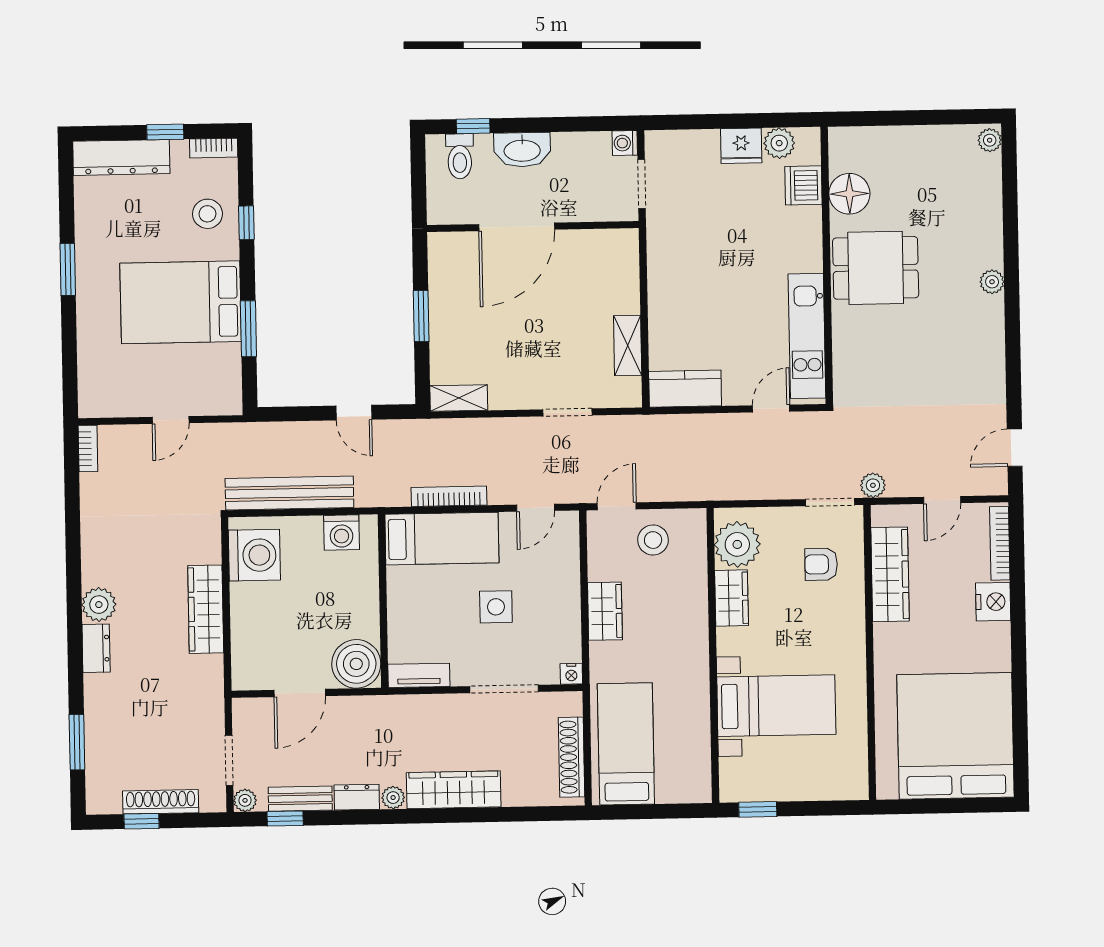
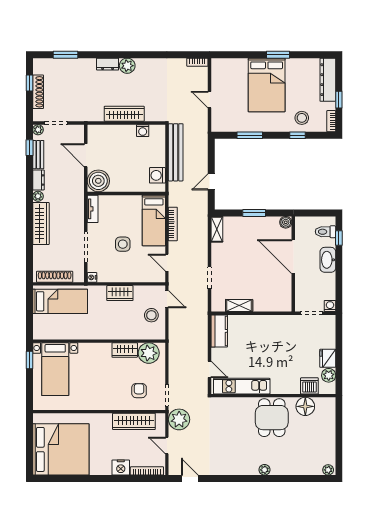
boiler: (440, 245) -> (286, 222), added
bed: (181, 302) -> (267, 85), moved, turned 180
plant: (873, 485) -> (179, 419), width x1.88, depth x1.88
washing machine: (254, 555) -> (143, 131), width x0.53, depth x0.53
bed with nightstands: (776, 706) -> (55, 369), moved

